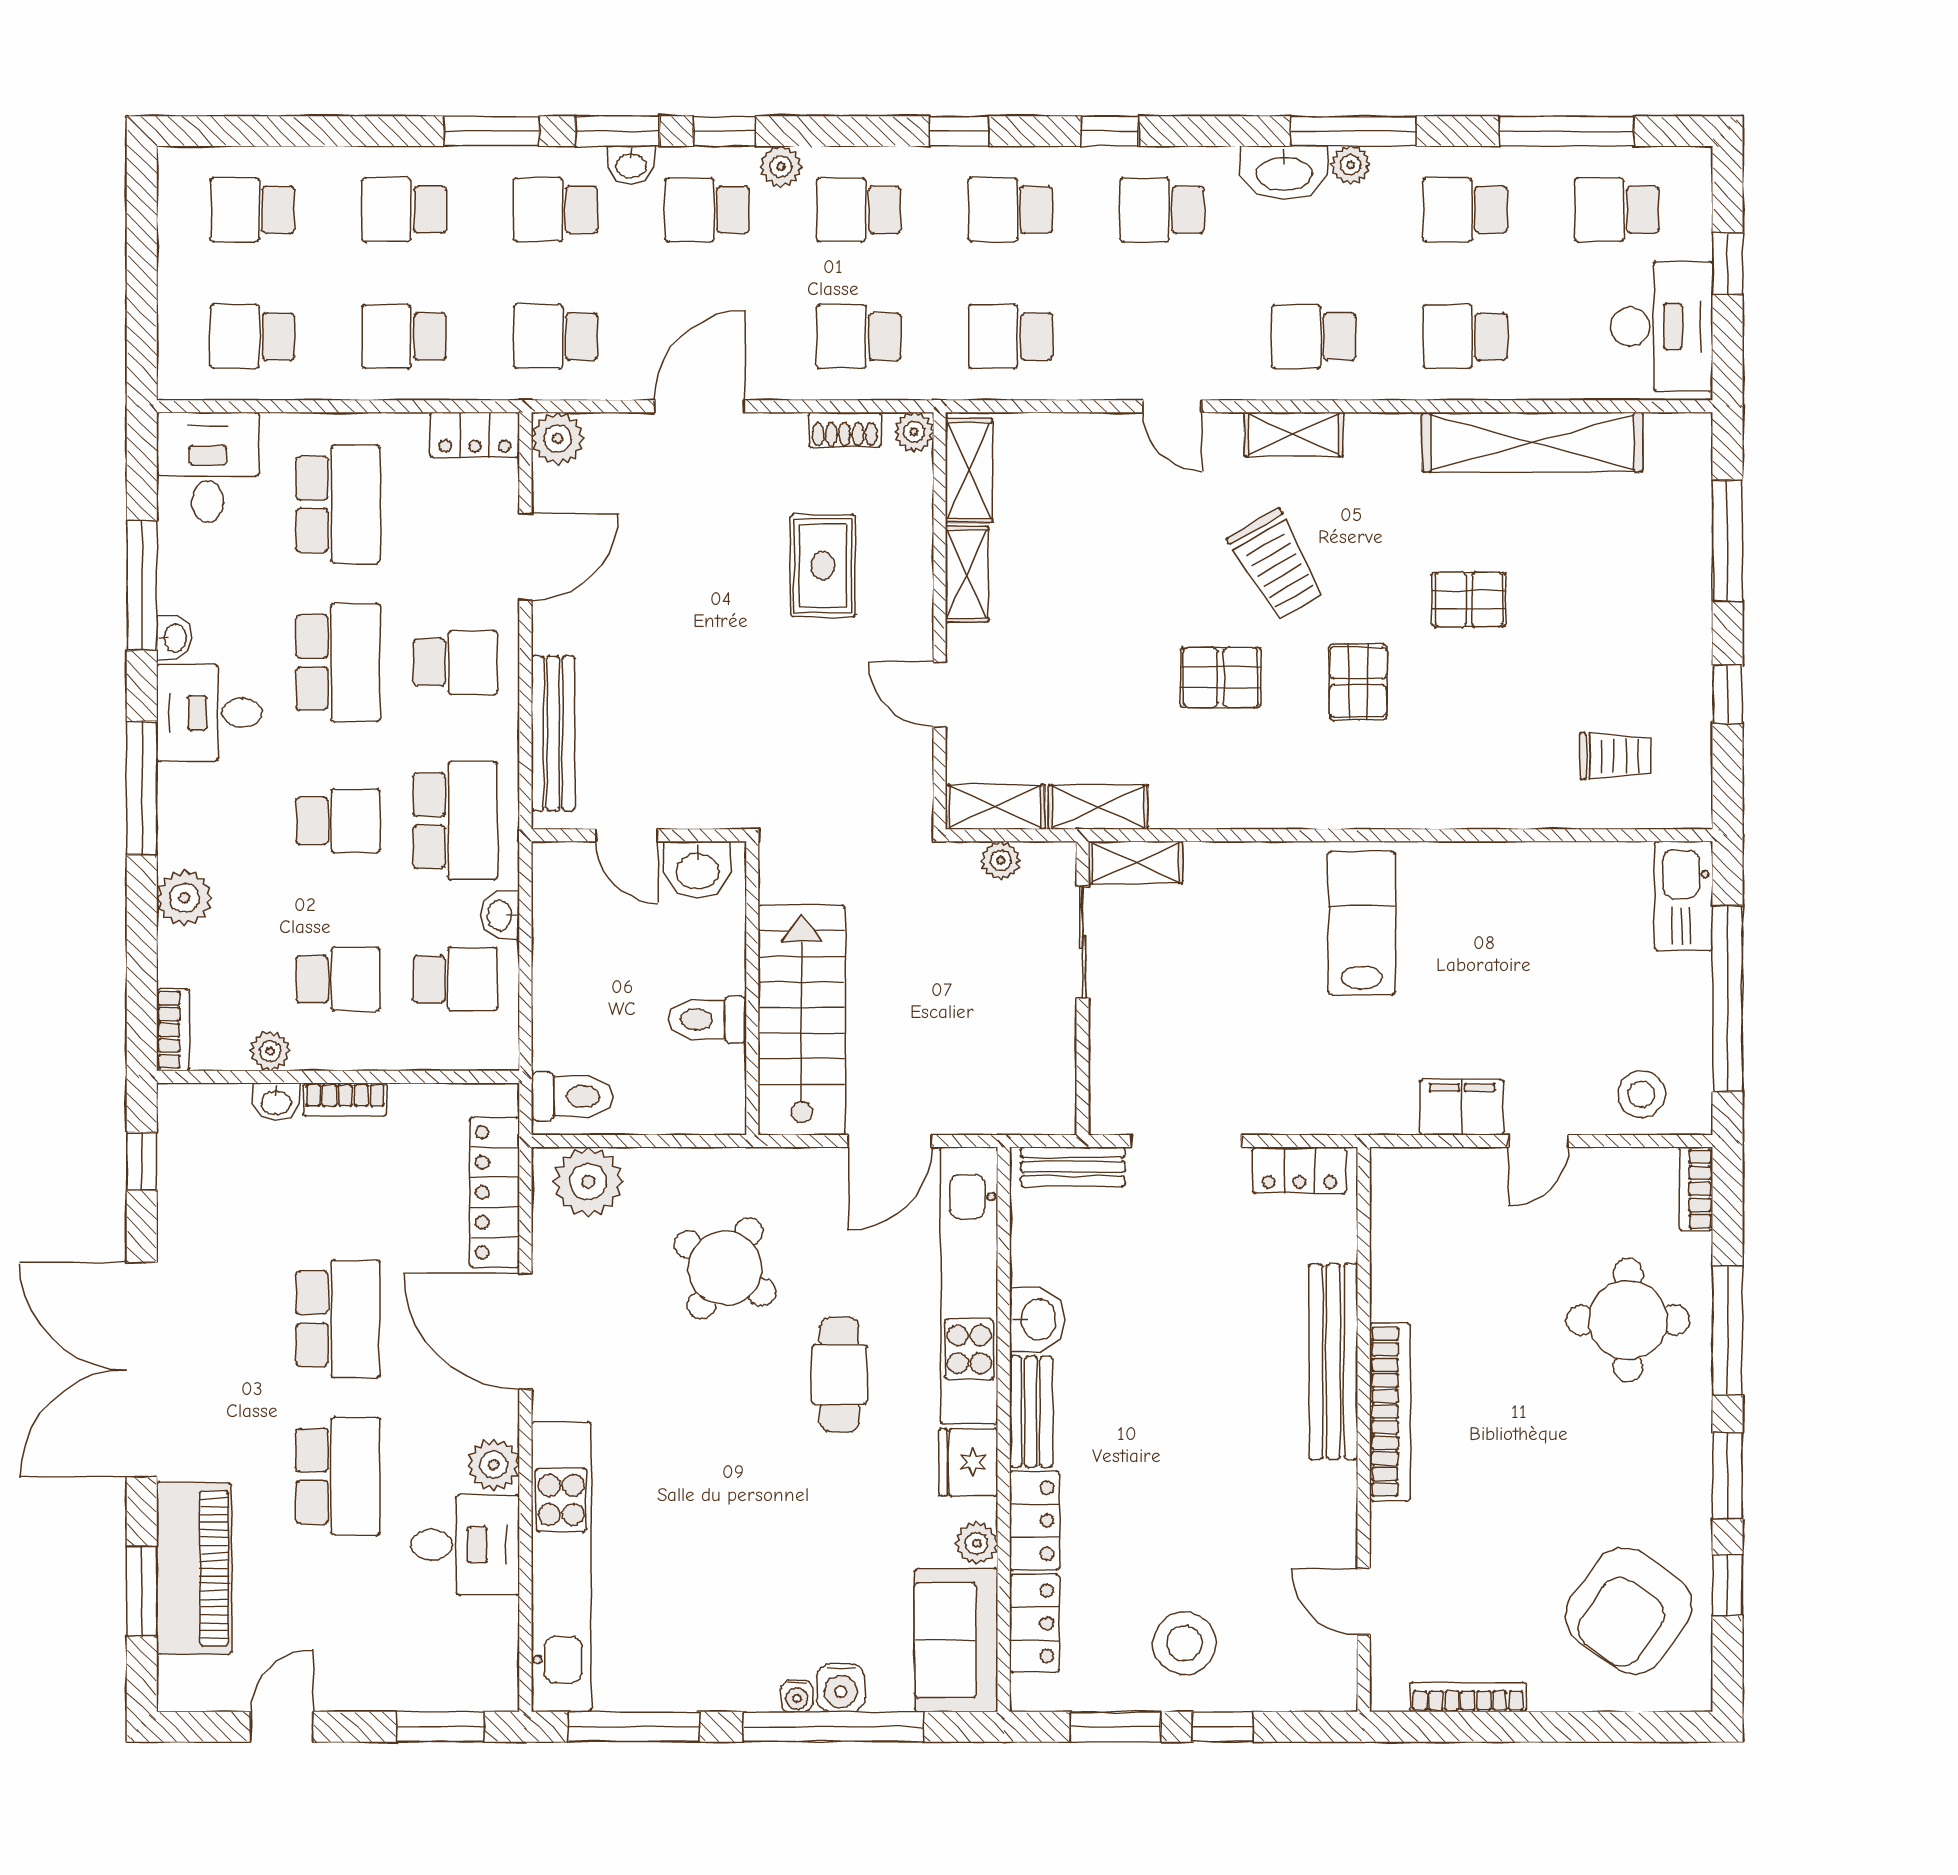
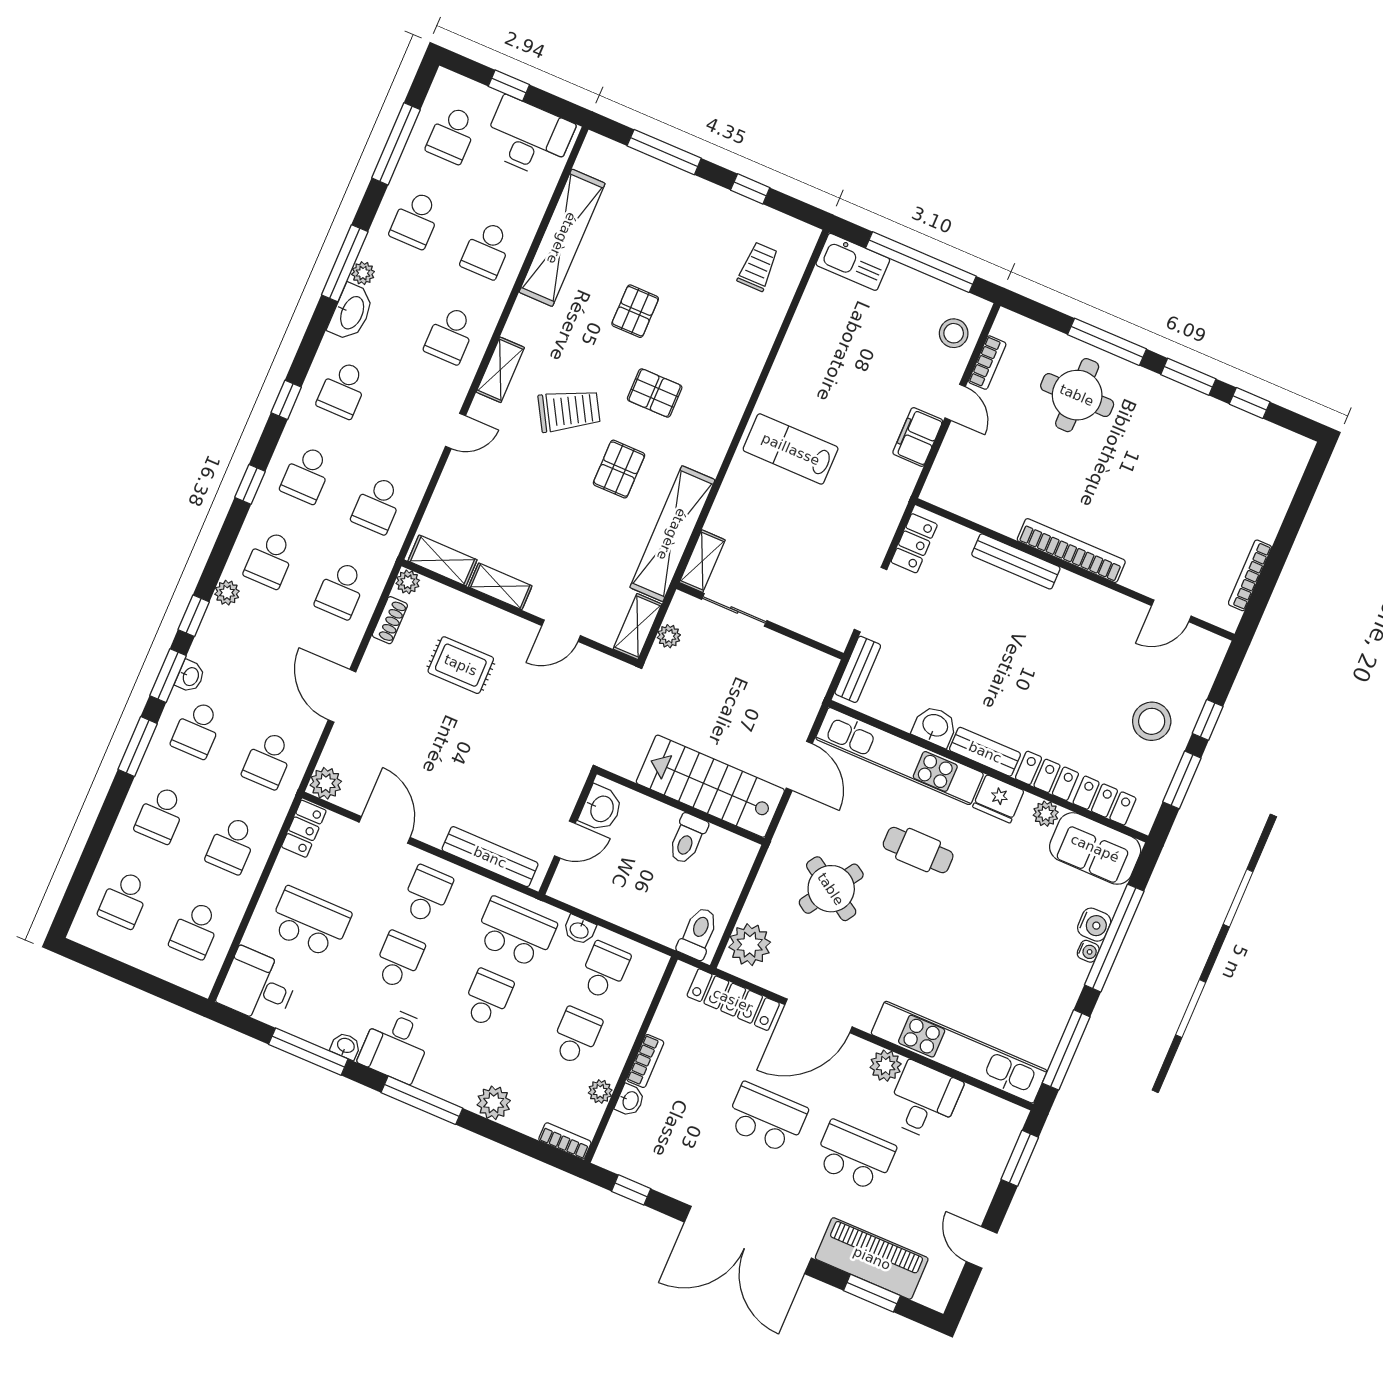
school desk: (707, 210) -> (234, 644), removed
school desk: (338, 662) -> (399, 960), width x0.54
shelving: (1098, 807) -> (672, 534), width x2.20, depth x1.33
bookcase: (1696, 1189) -> (987, 363), moved, turned -90
bench: (1333, 1362) -> (1016, 561), width x0.73, depth x0.82
armchair: (1629, 1611) -> (1240, 465), removed

